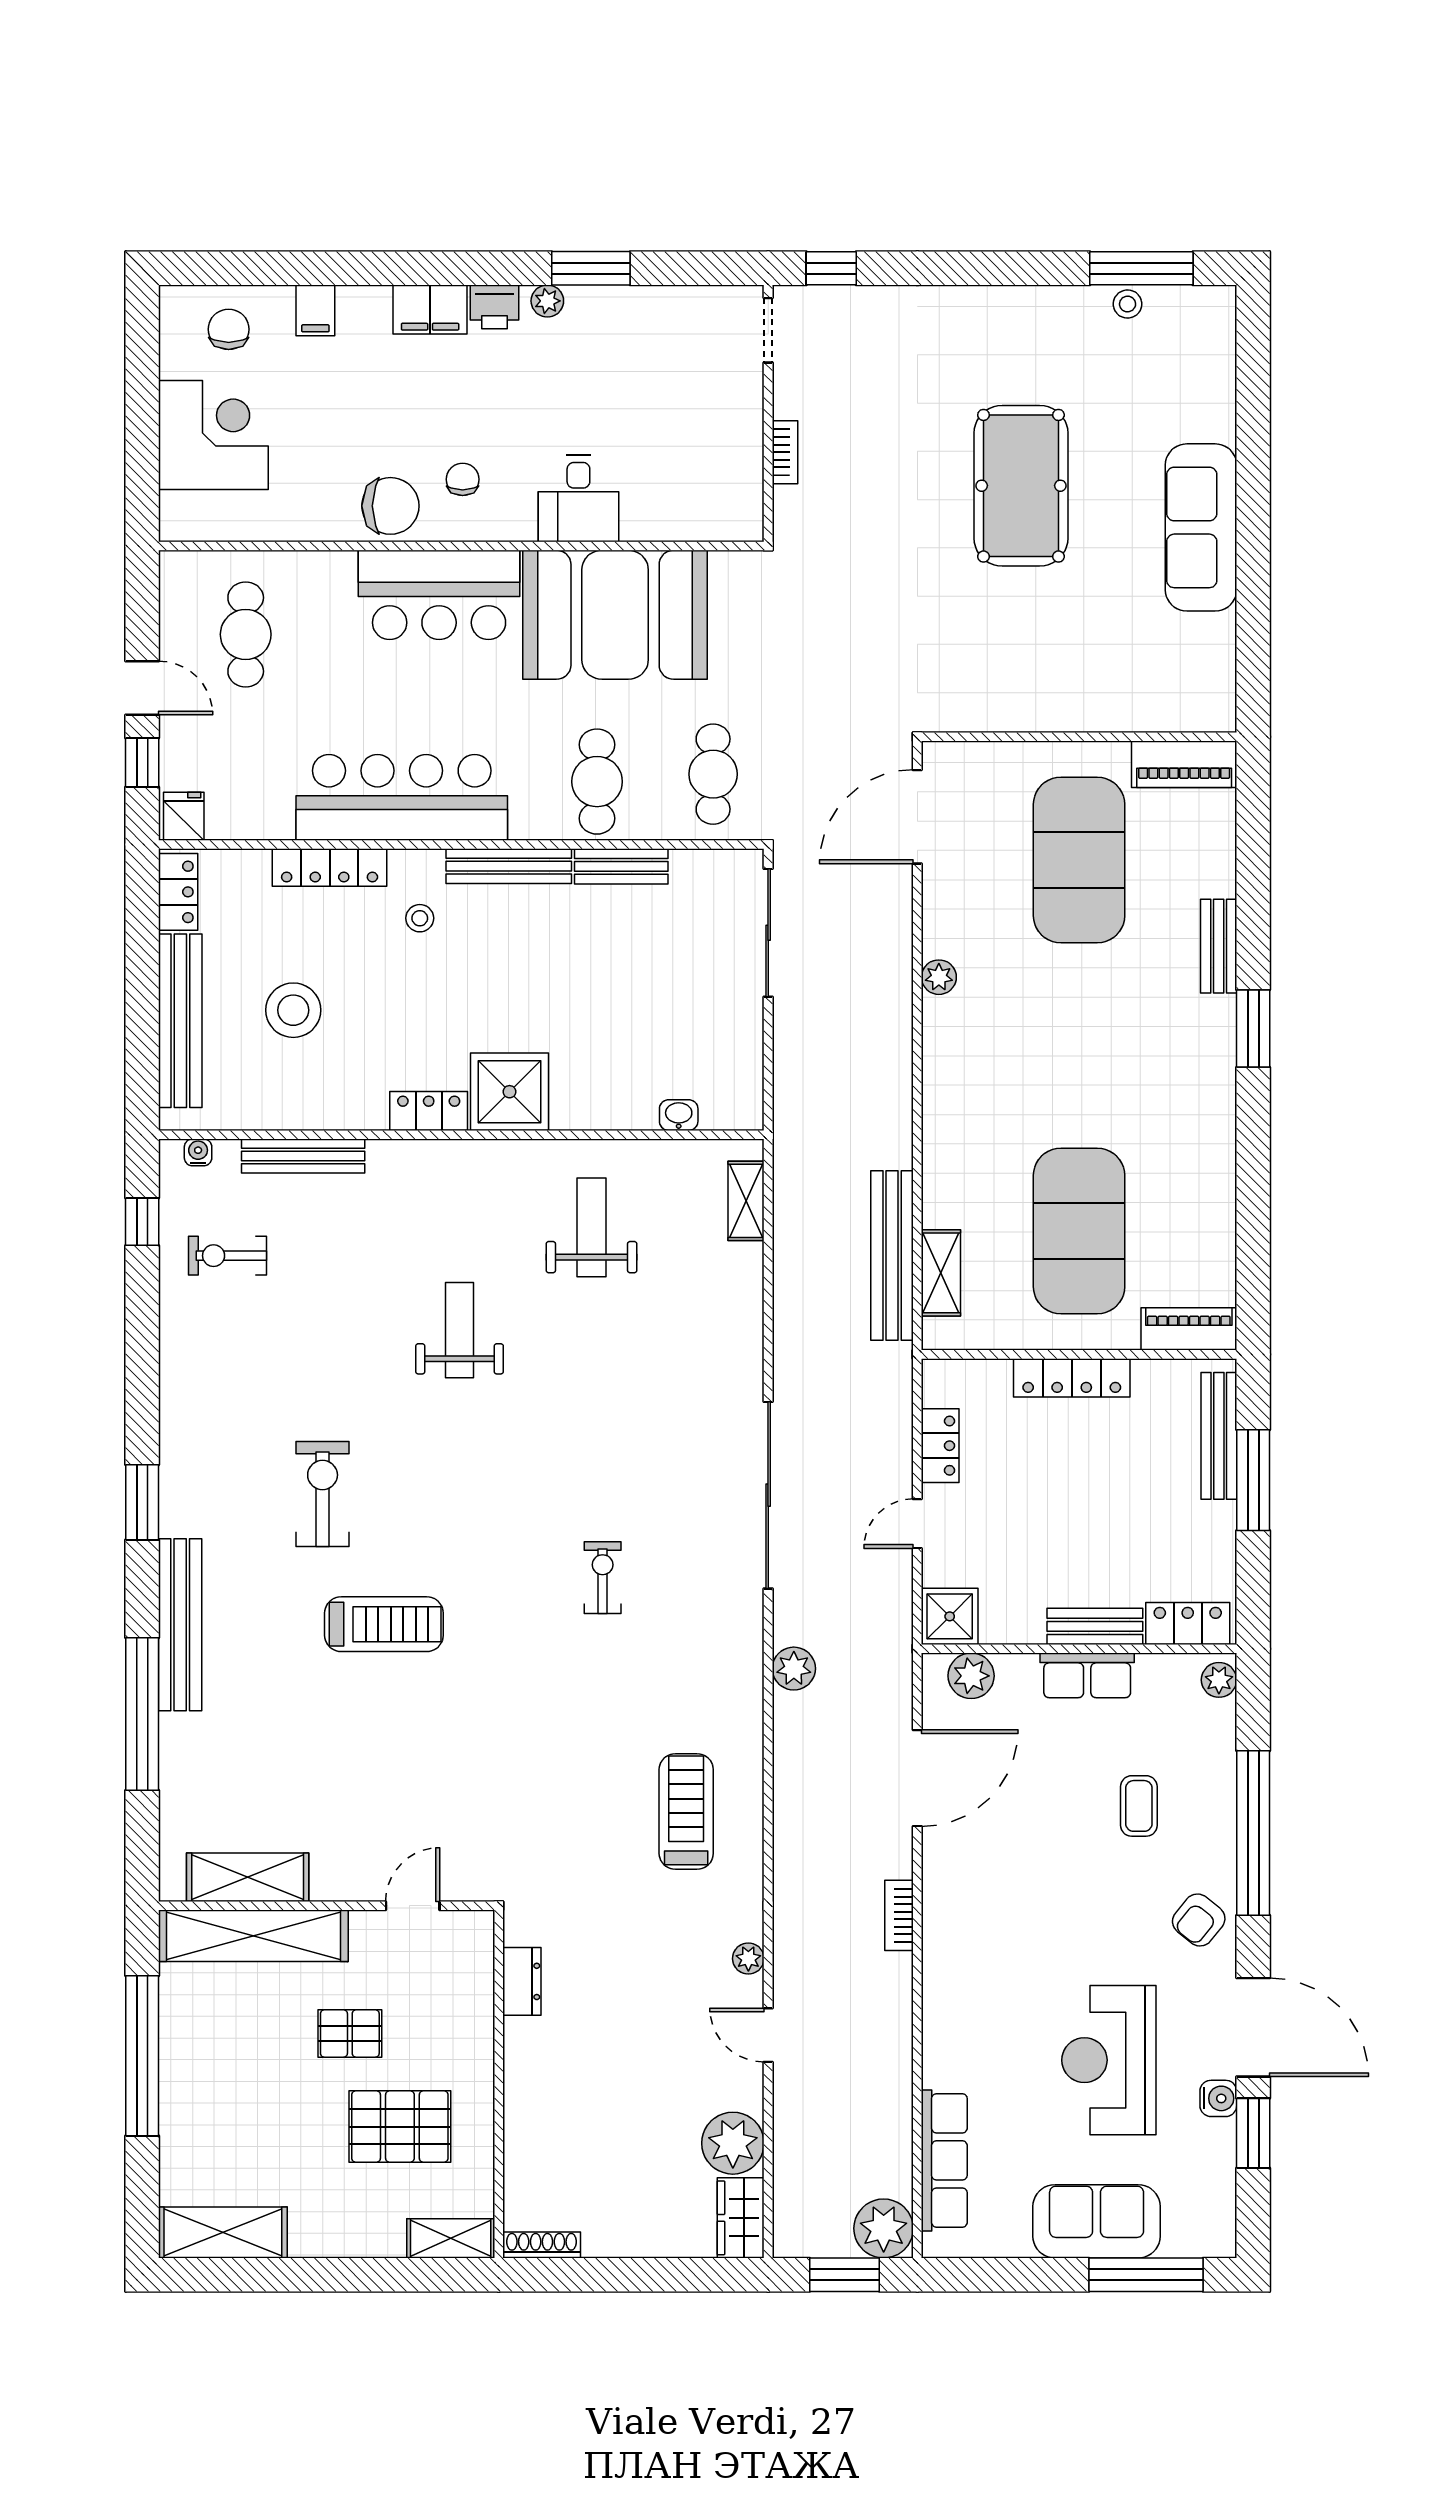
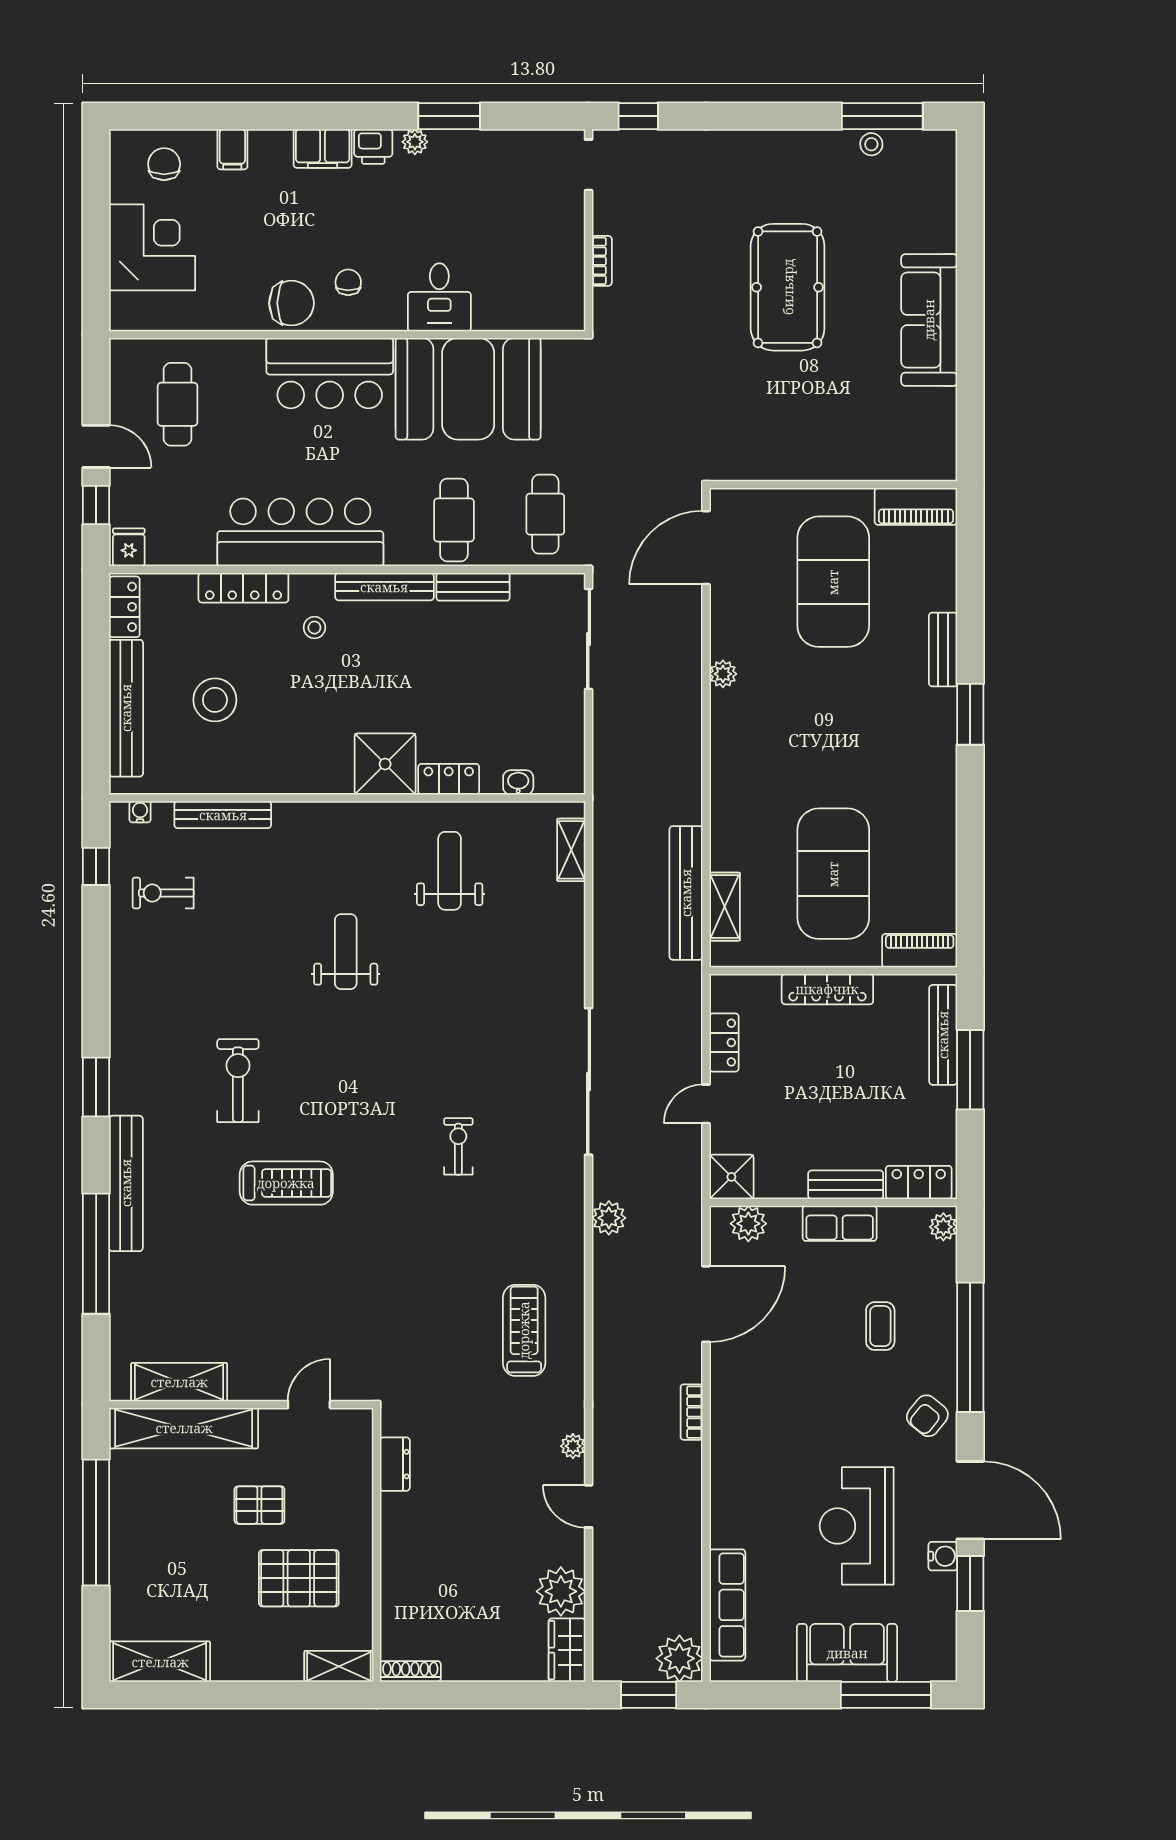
locker: (429, 1111) -> (449, 779), moved

